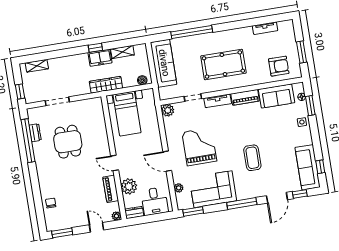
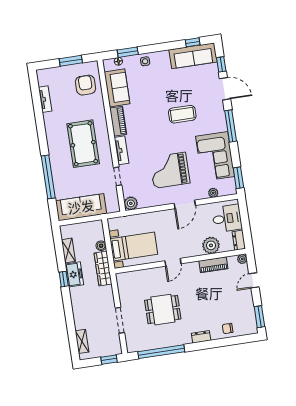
boiler: (142, 80) -> (101, 246), moved
dresser: (35, 133) -> (201, 337), moved
door: (115, 163) -> (173, 262), moved

